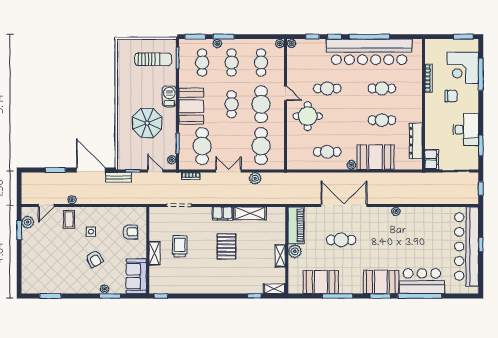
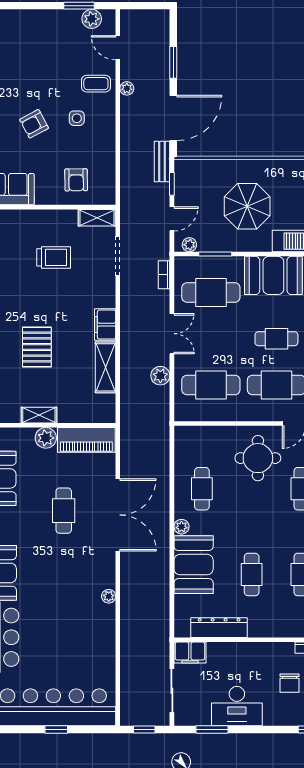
pallet: (226, 246) -> (37, 347), moved, turned 90
shelving: (154, 253) -> (97, 218), moved

